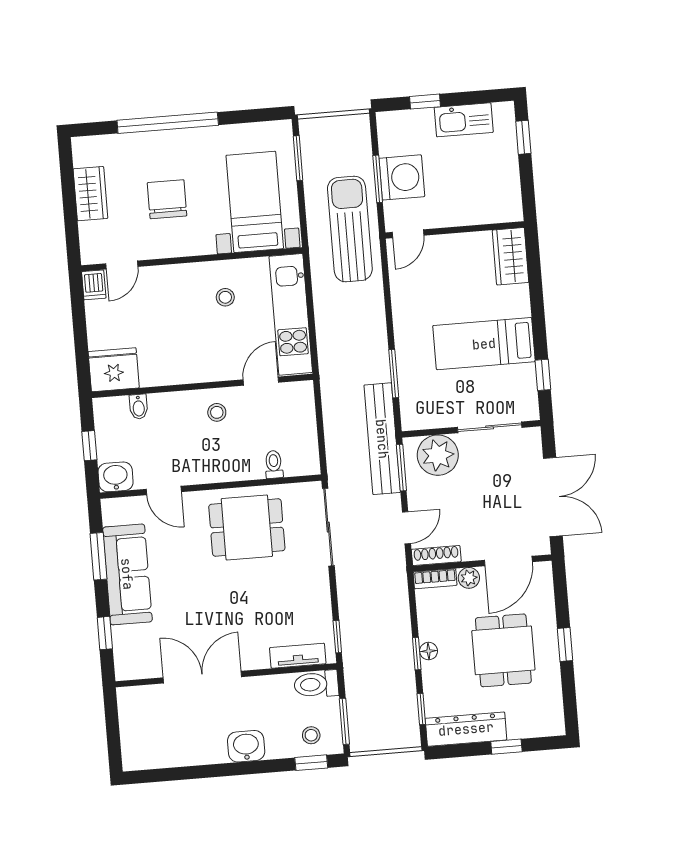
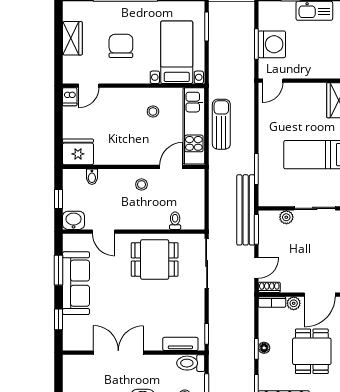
sun lounger: (350, 229) -> (221, 124), moved, width x0.73, depth x0.75
plant: (438, 455) -> (286, 217), width x0.53, depth x0.53
shoe rack: (436, 556) -> (269, 287), width x0.70

